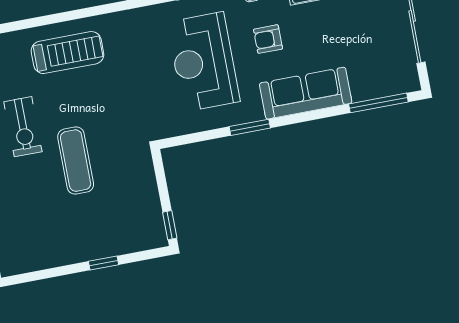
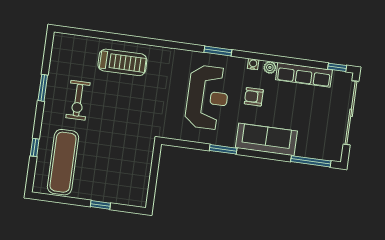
reception desk: (203, 62) -> (208, 97), turned 180
exercise mat: (76, 161) -> (63, 162), moved, width x1.36, depth x1.45
window: (170, 225) -> (151, 195), removed

